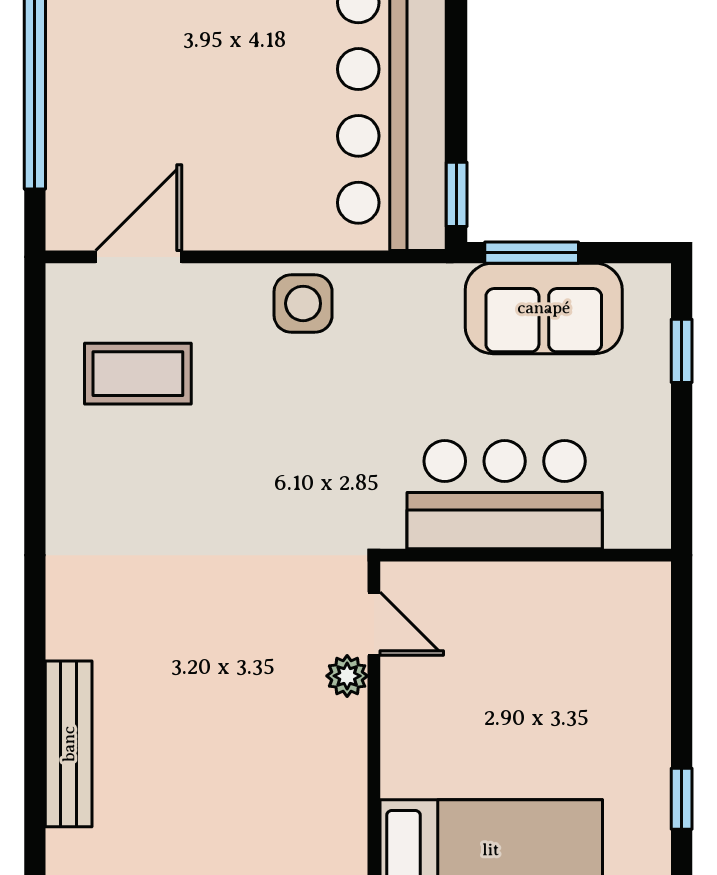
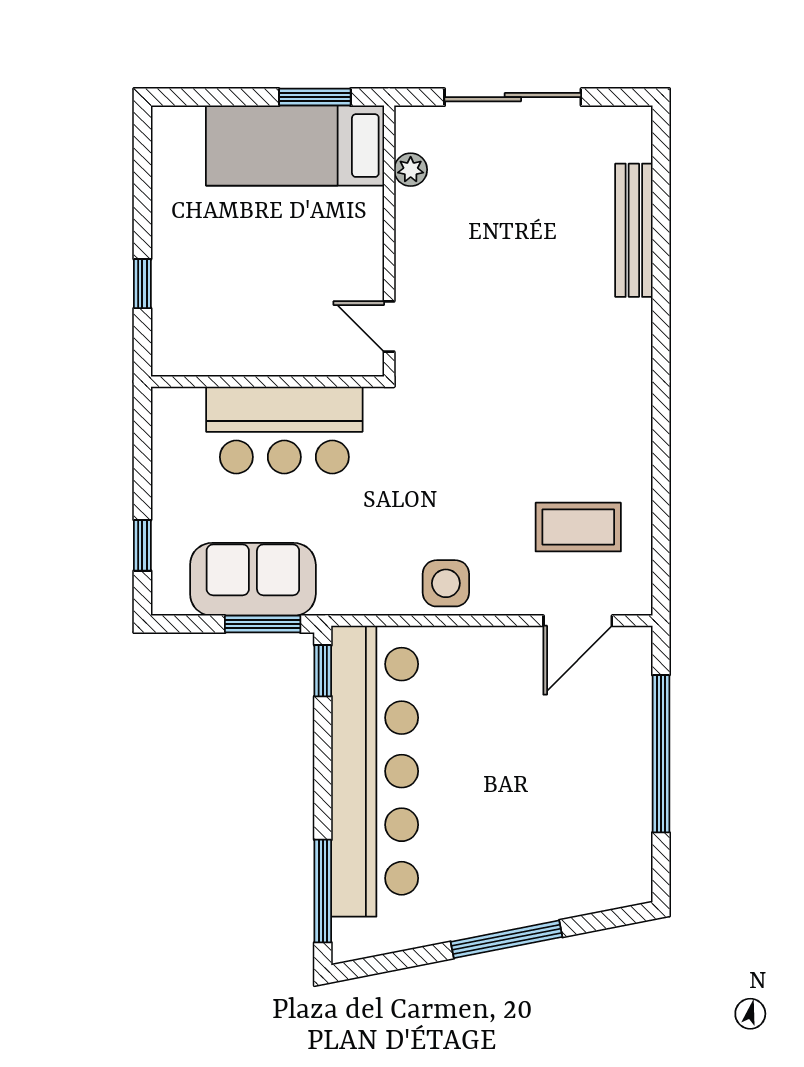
plant: (347, 676) -> (411, 170), moved
window: (682, 799) -> (142, 284), moved

